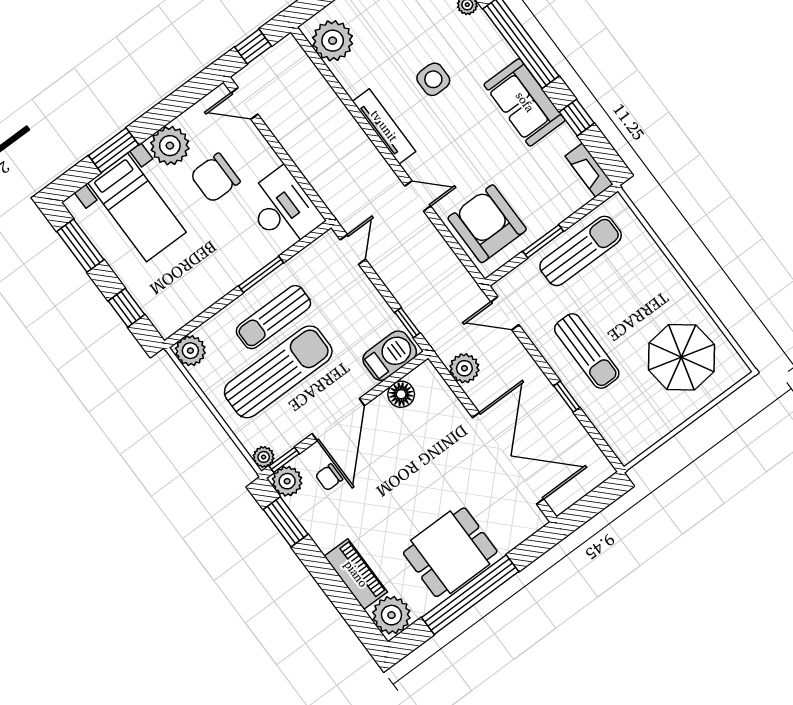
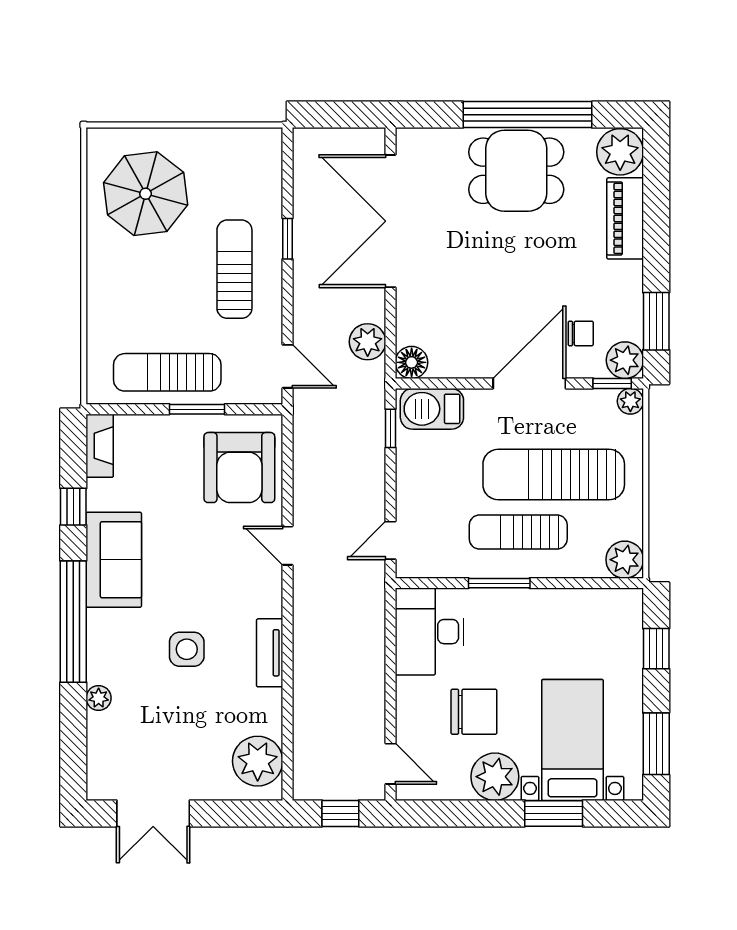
tv unit: (384, 126) -> (270, 653), width x0.71
sun lounger: (273, 317) -> (518, 532), turned 180
floor lamp: (401, 394) -> (412, 362), moved

